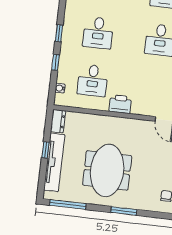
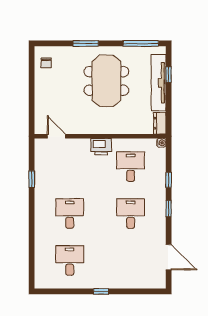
water cooler: (60, 88) -> (161, 143), moved
window: (45, 150) -> (169, 75), moved

